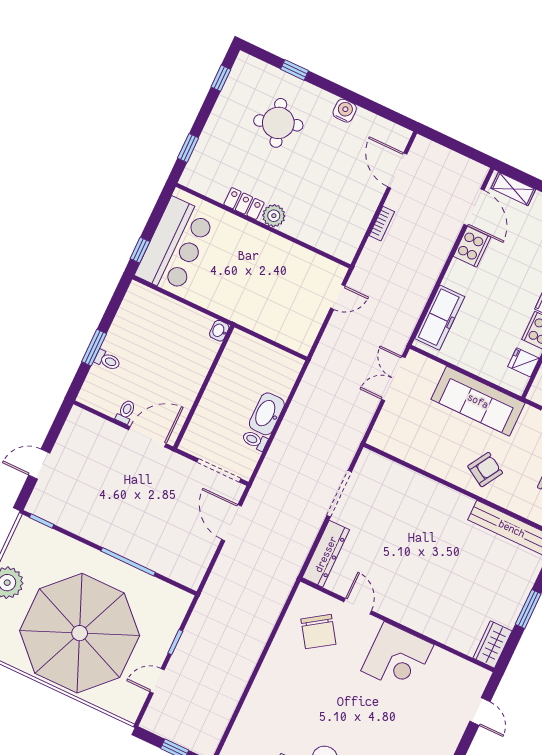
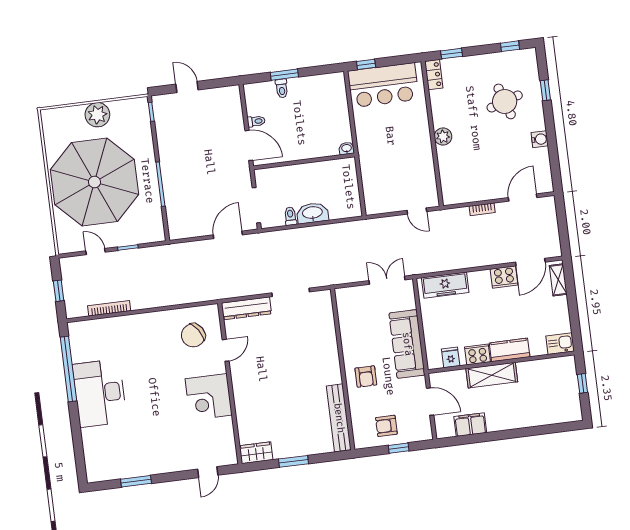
locker: (244, 204) -> (434, 75), moved
armchair: (485, 470) -> (366, 377), turned 59
bookcase: (229, 705) -> (109, 308), added

